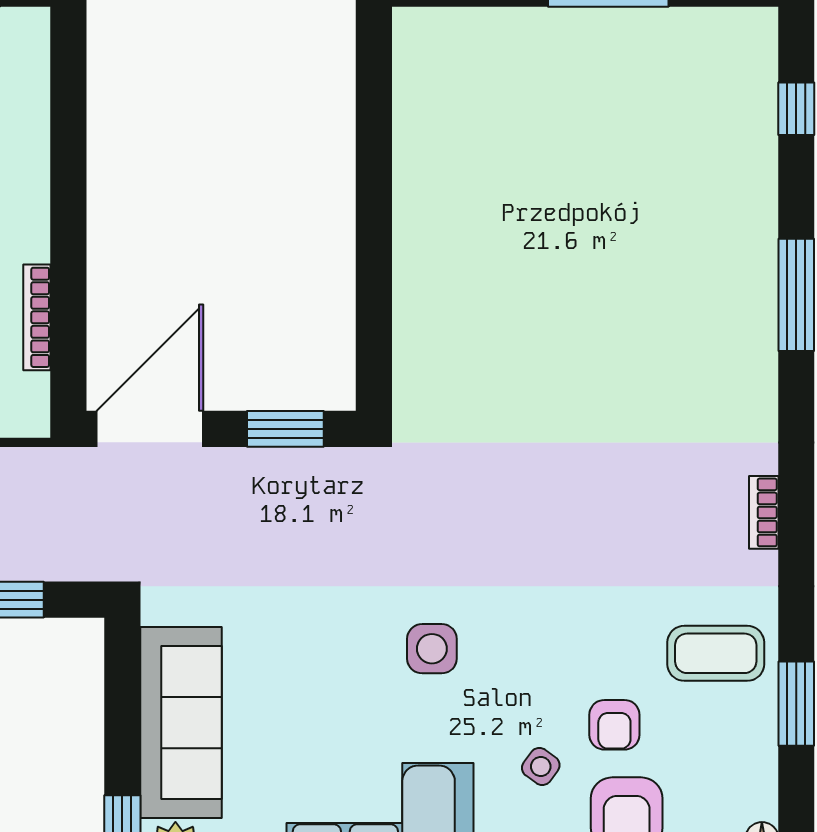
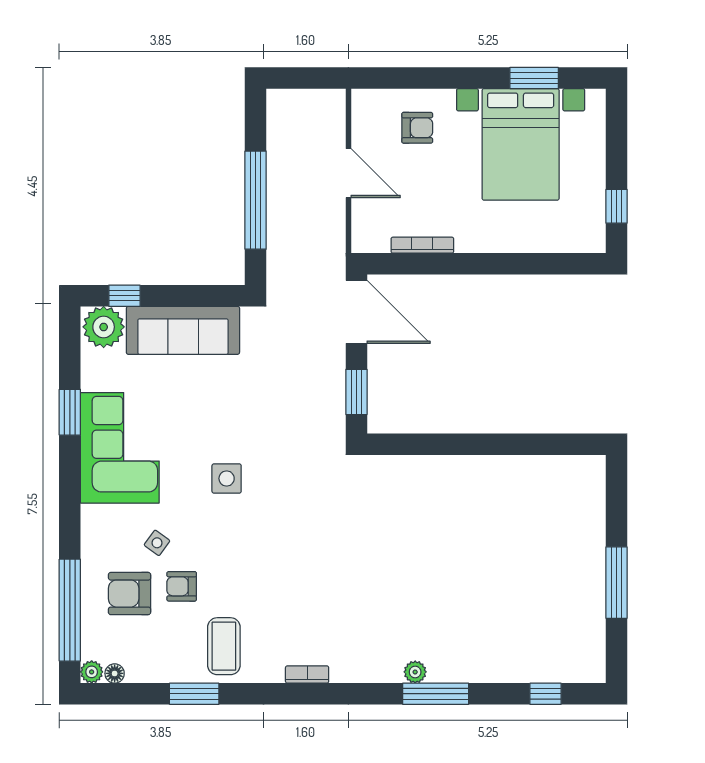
plant: (759, 330) -> (415, 672), added

